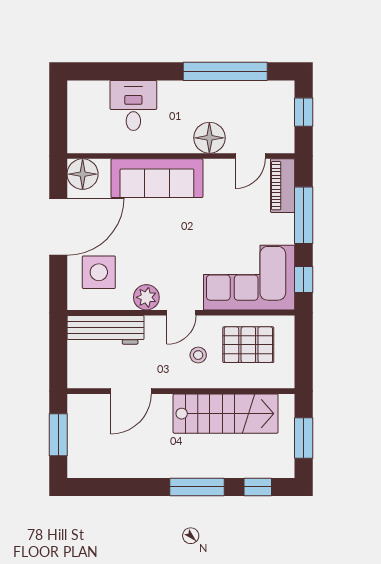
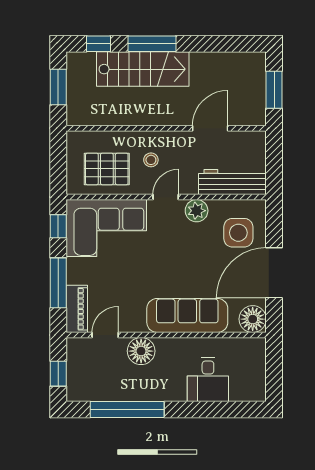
stairs: (226, 414) -> (143, 69), moved, turned 180

